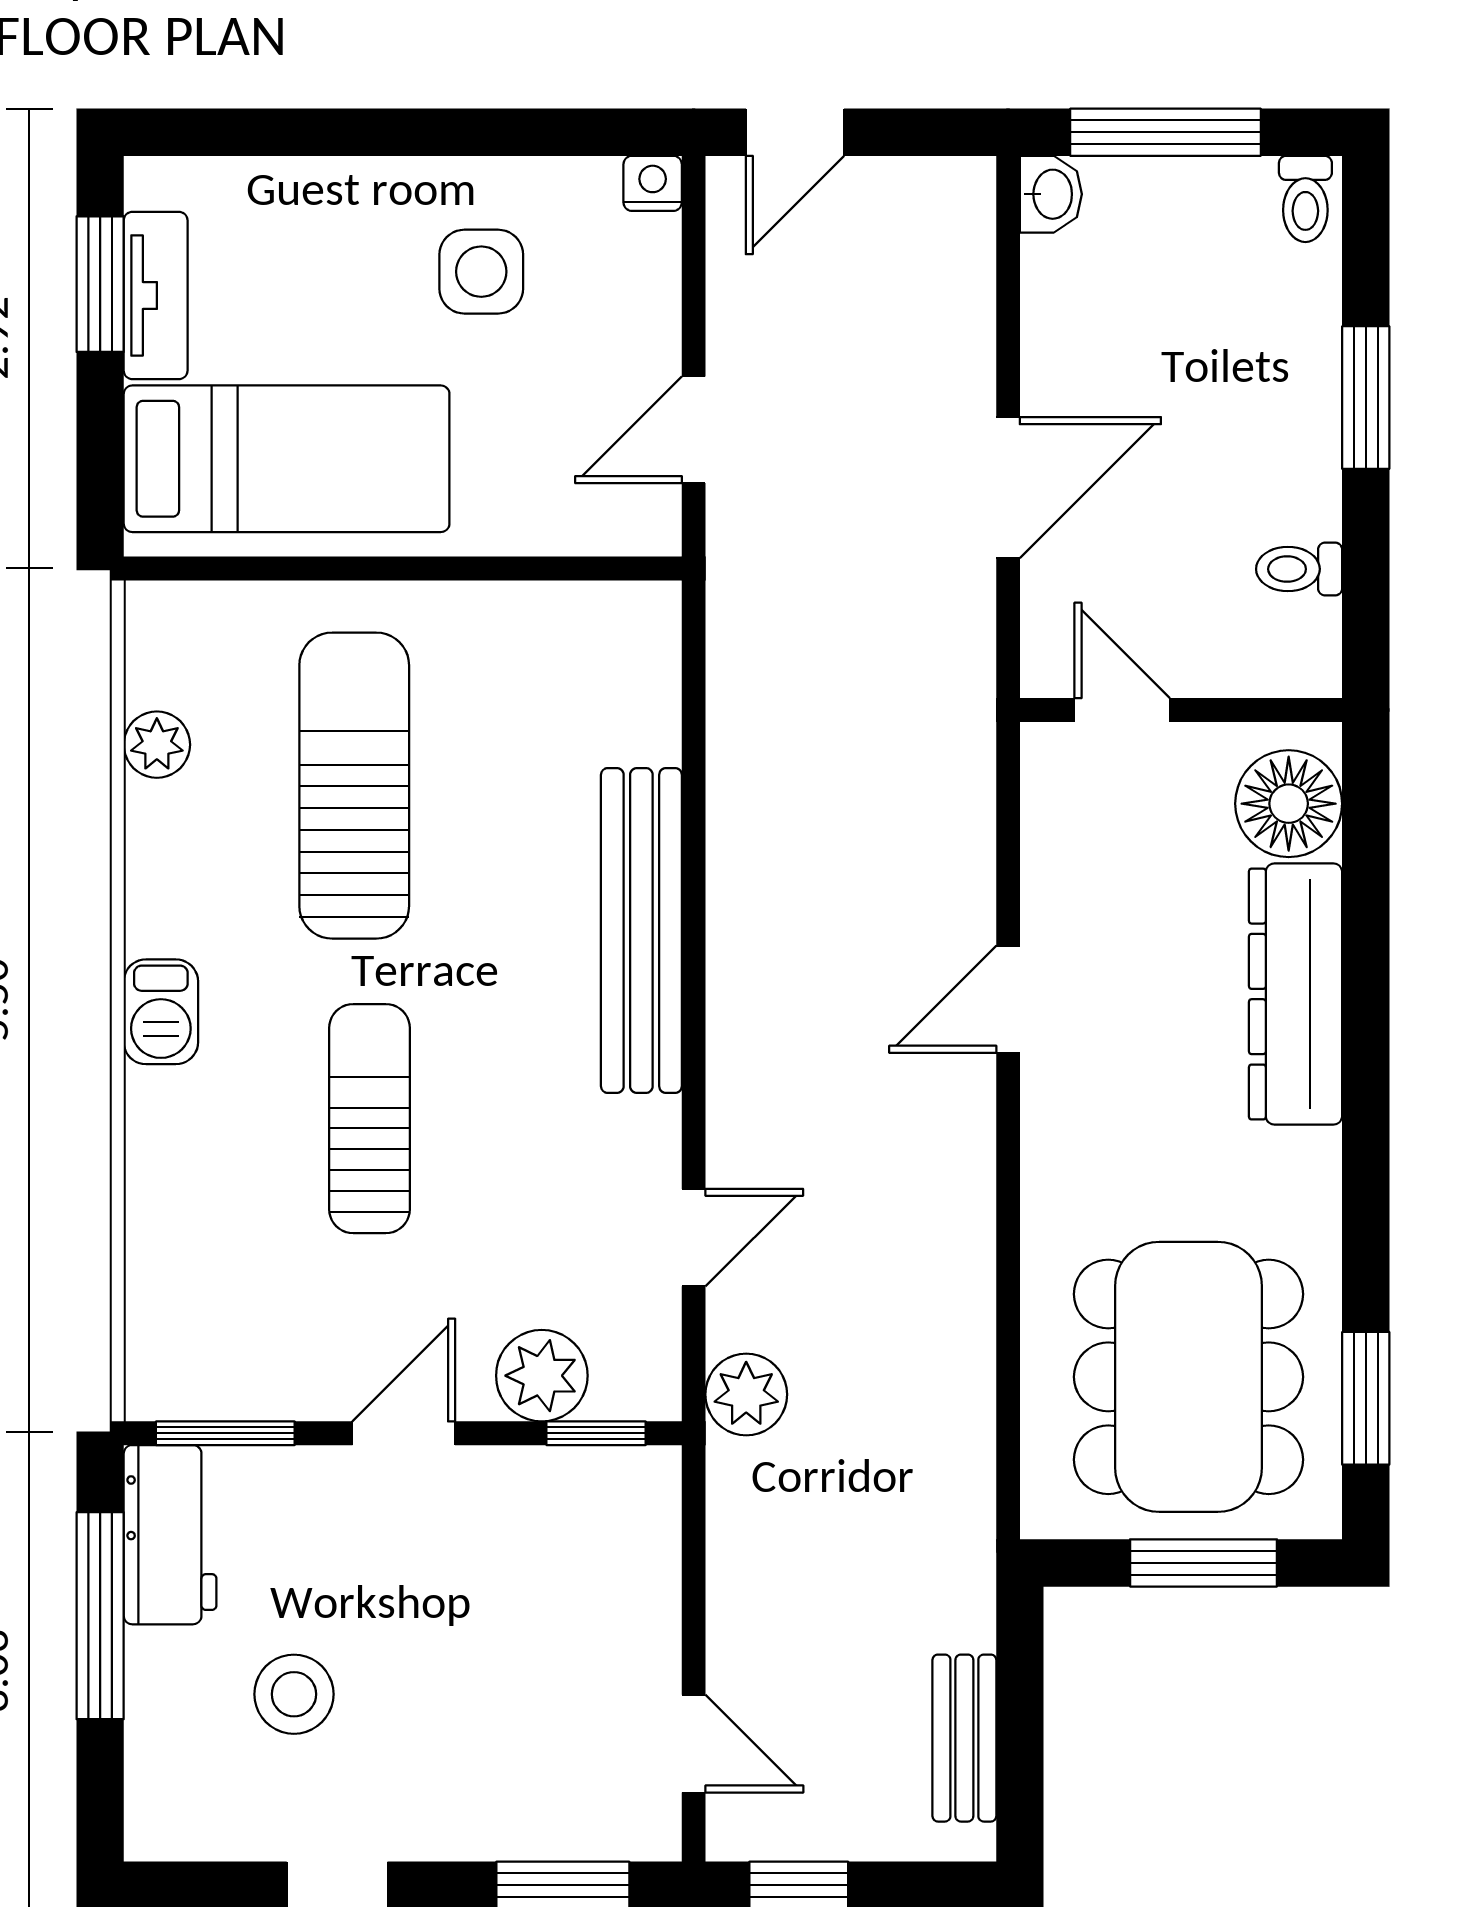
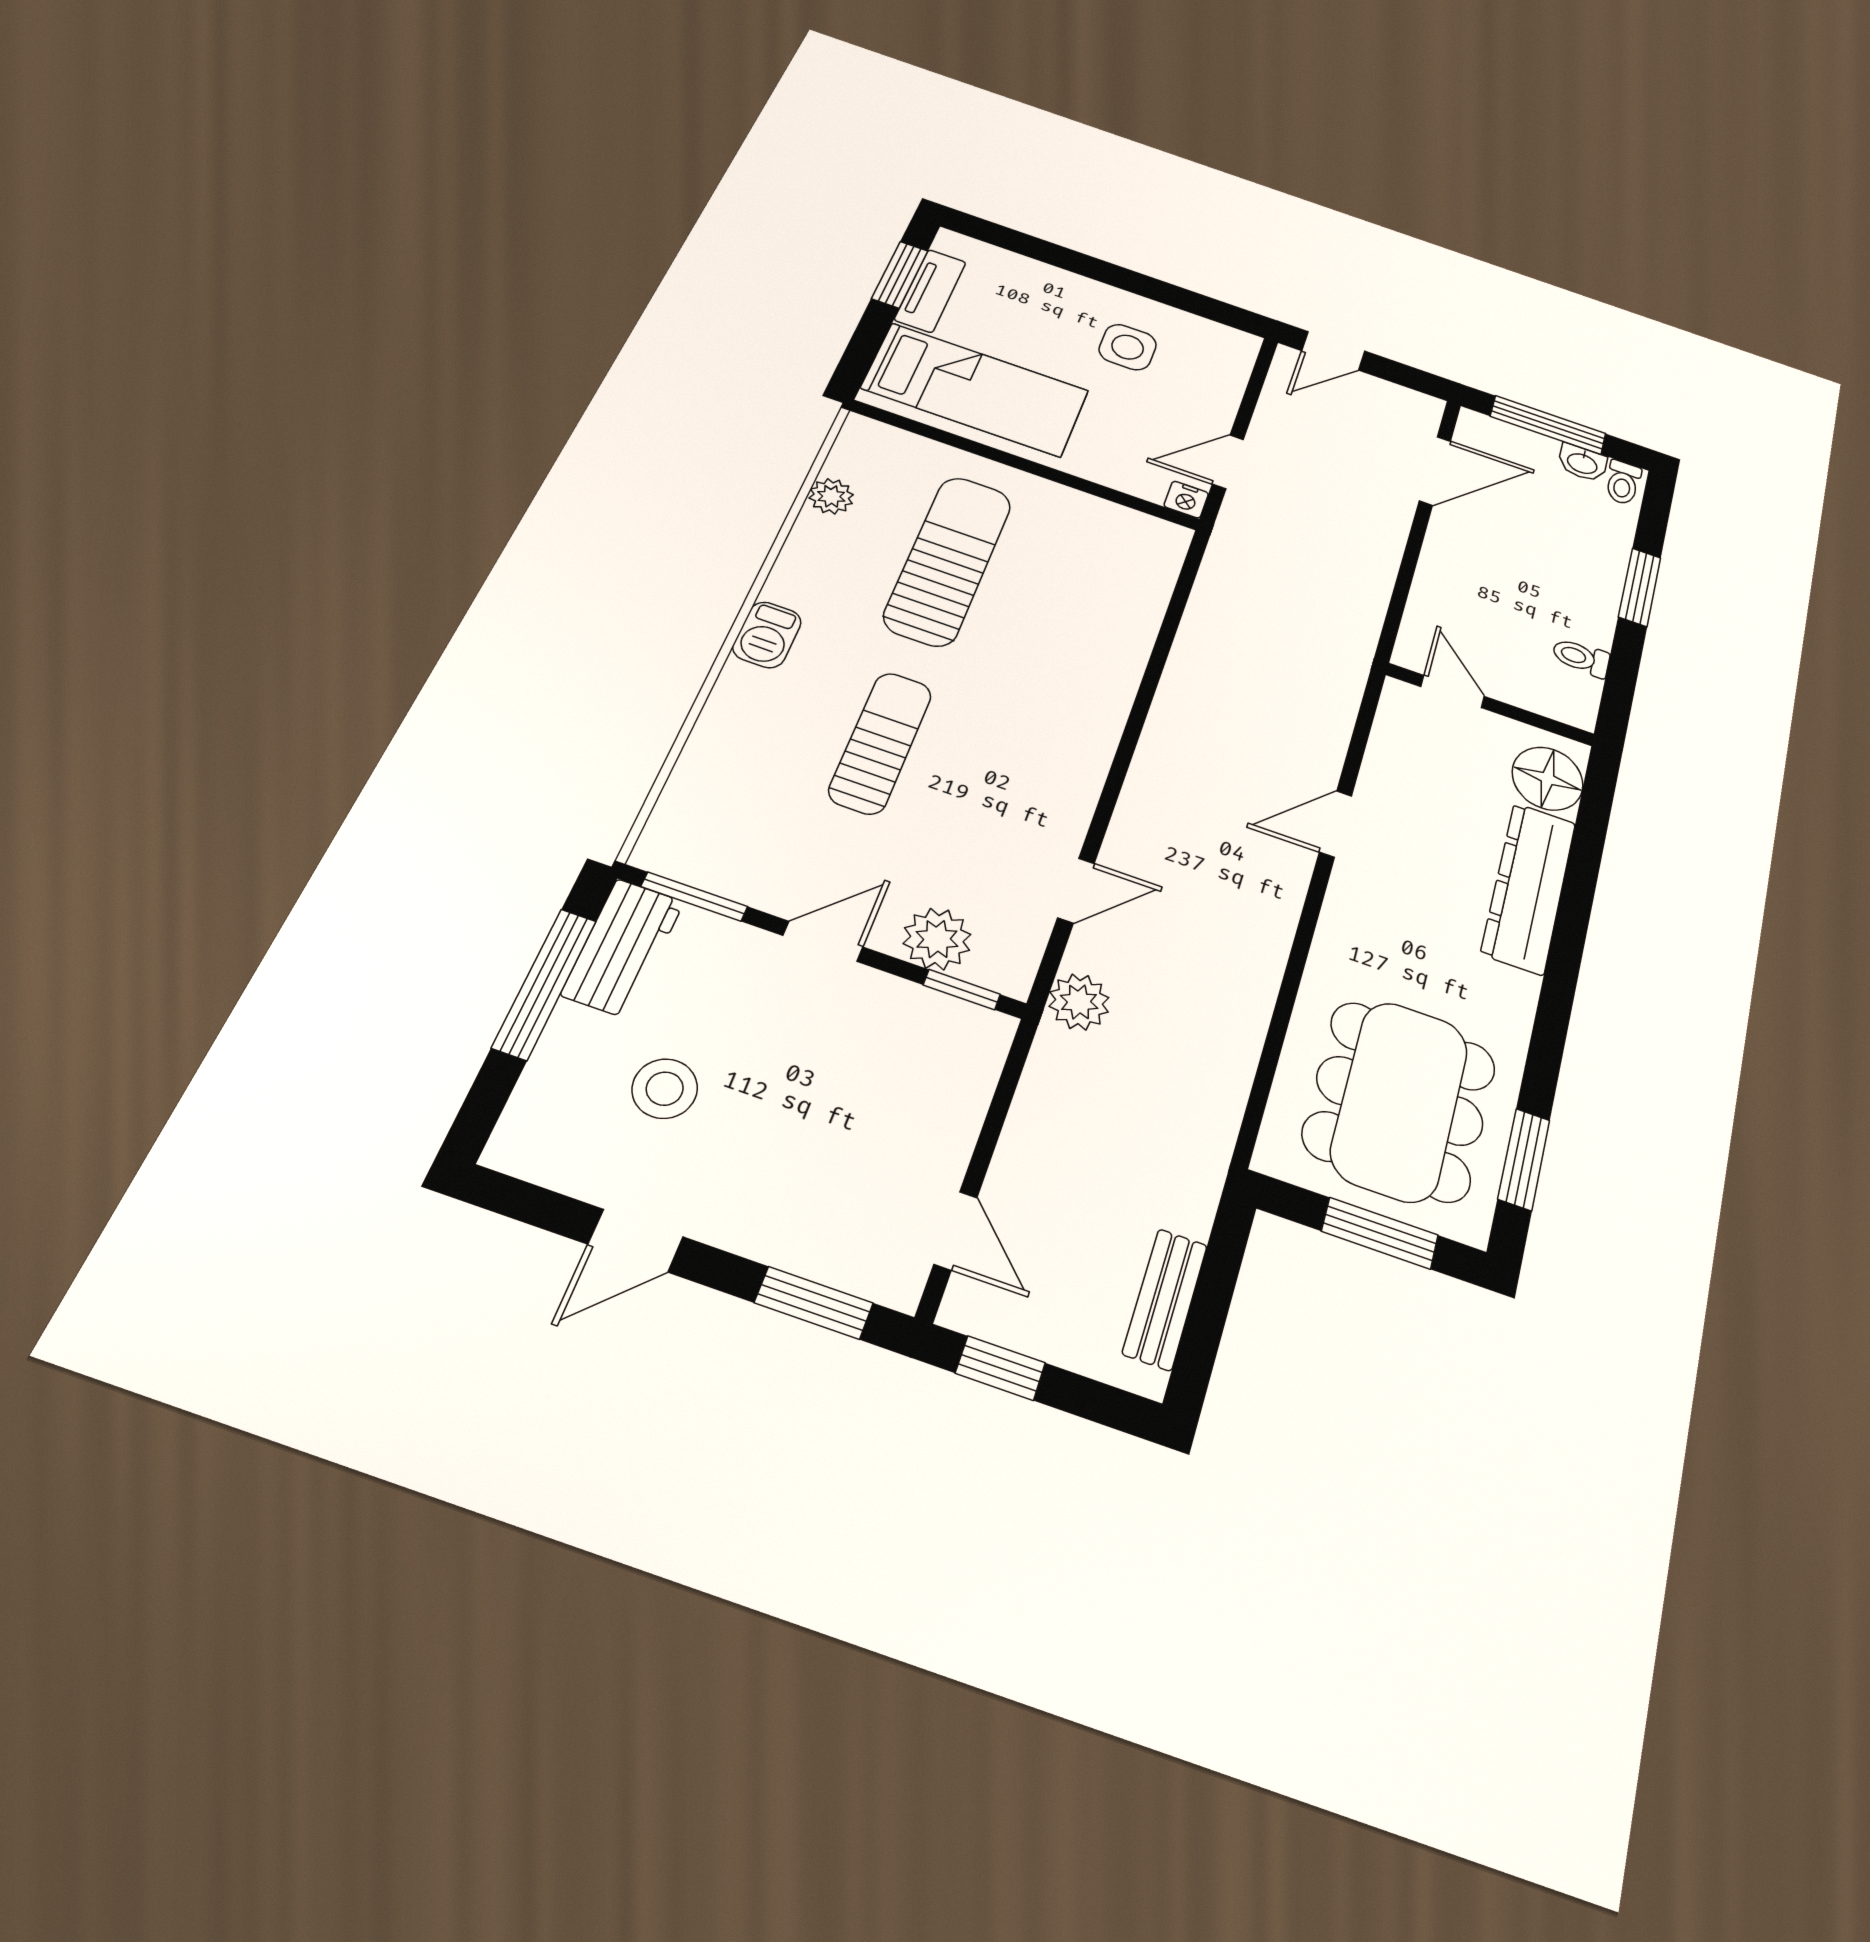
nightstand: (653, 183) -> (1186, 500), moved, turned 180
washbasin: (1051, 194) -> (1582, 463), moved, turned 90
door: (1008, 488) -> (1435, 471), moved
bench: (641, 931) -> (1104, 701), removed

